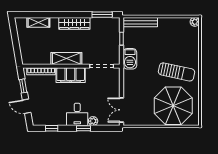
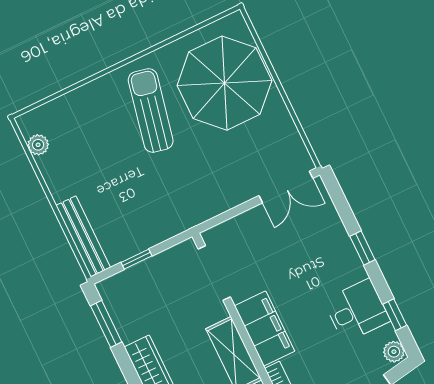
plant: (195, 22) -> (38, 145), moved
barbecue: (130, 59) -> (170, 221), removed
desk: (77, 114) -> (357, 311), moved
plant: (93, 121) -> (394, 352), moved

